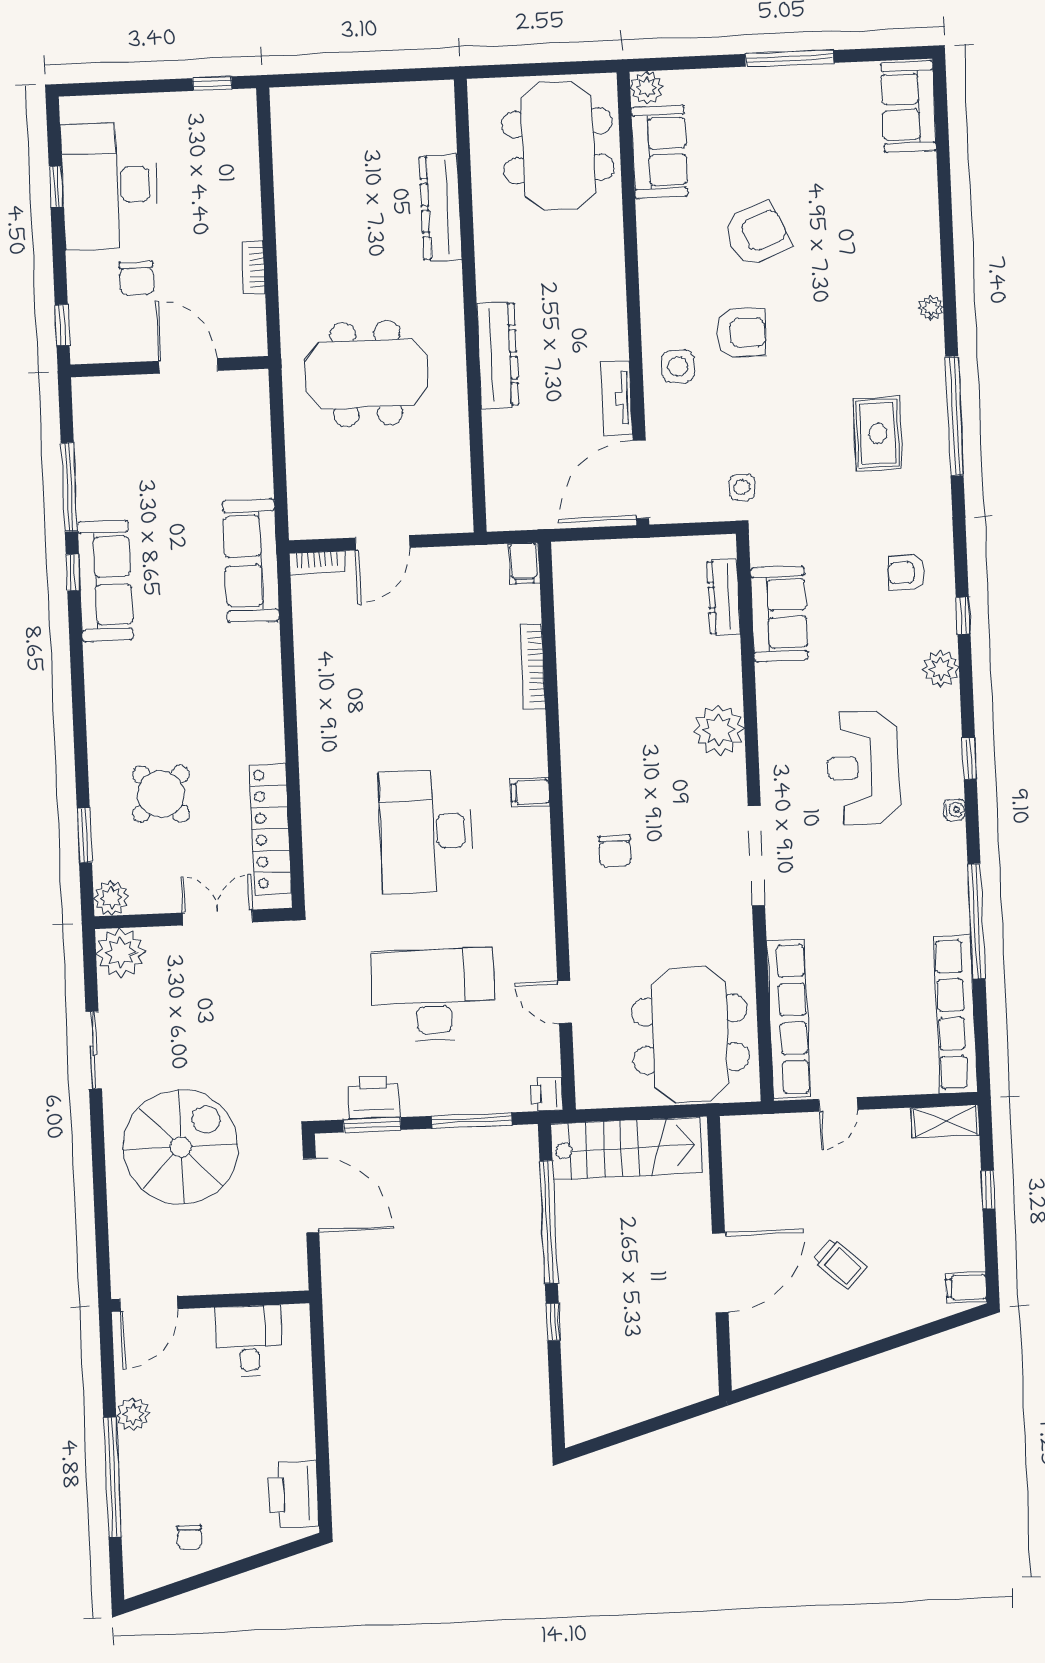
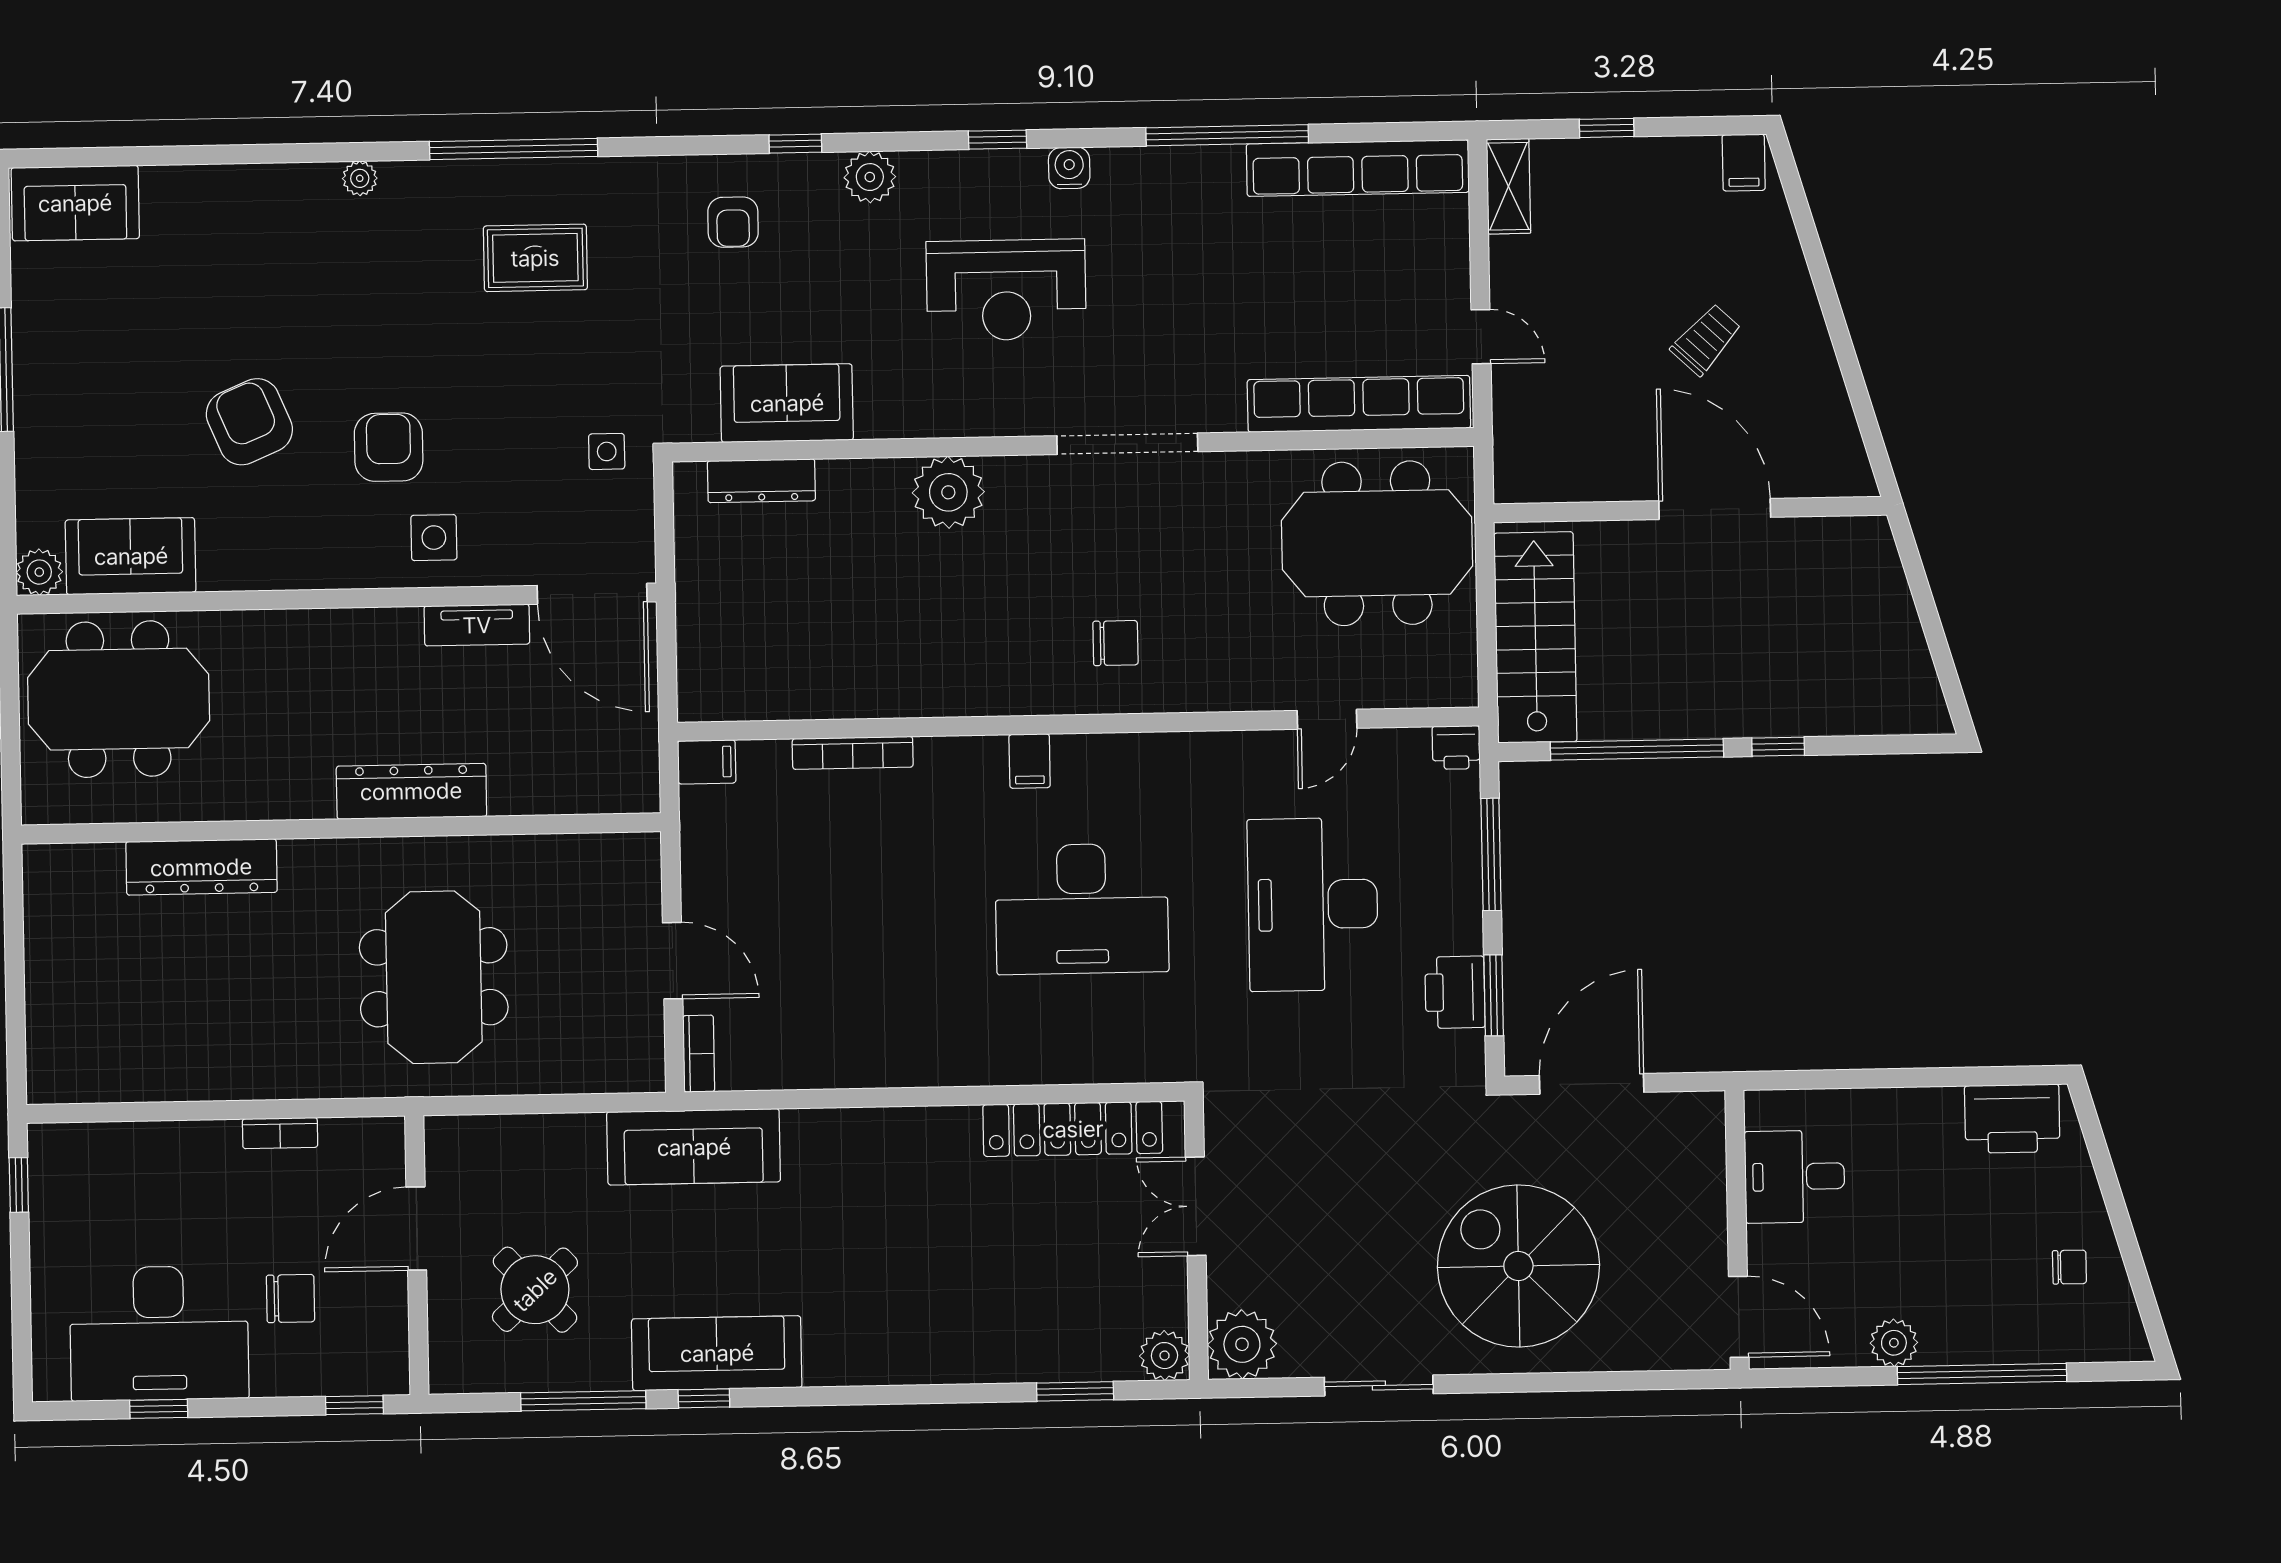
round table: (161, 794) -> (535, 1290), moved
water cooler: (955, 810) -> (1069, 168), width x1.38, depth x1.38

